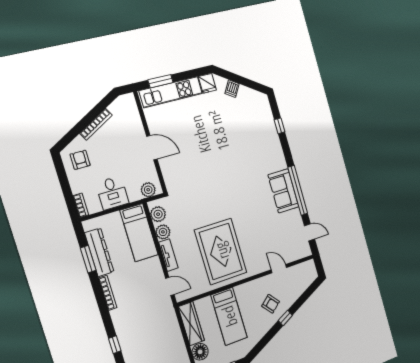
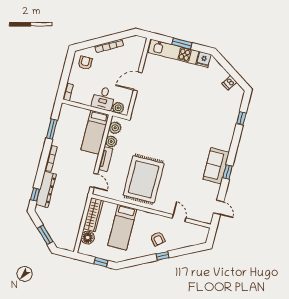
window: (161, 81) -> (182, 44), moved
dishwasher: (232, 89) -> (229, 83), moved
door: (152, 148) -> (138, 81), swing flipped
window: (298, 190) -> (228, 172), width x0.32
desk: (112, 193) -> (103, 99), moved
dresser: (99, 252) -> (46, 189), moved

